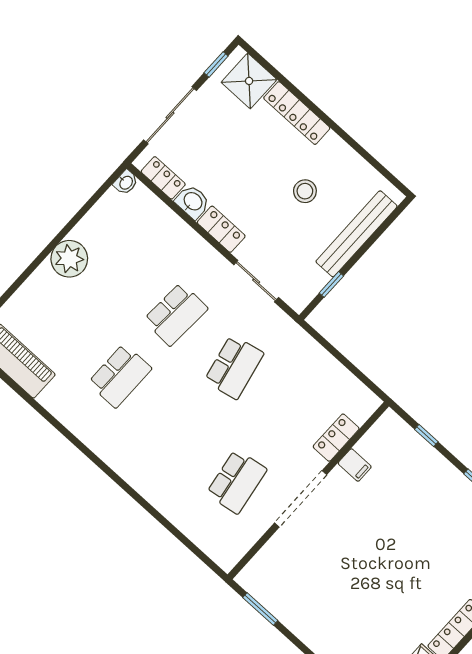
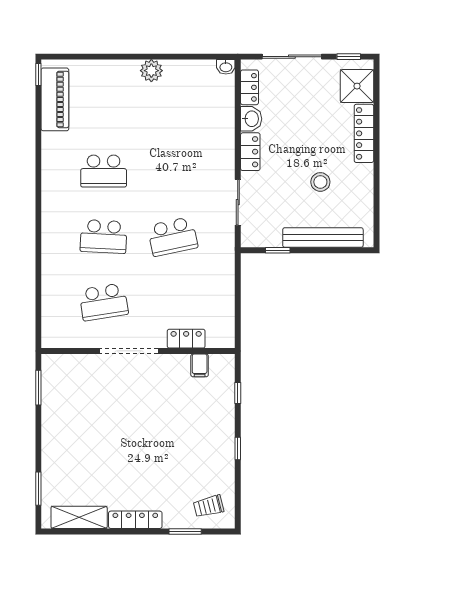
plant: (69, 259) -> (151, 71), width x0.73, depth x0.73
school desk: (176, 314) -> (104, 237), moved
filing cabinet: (355, 465) -> (200, 365), moved

